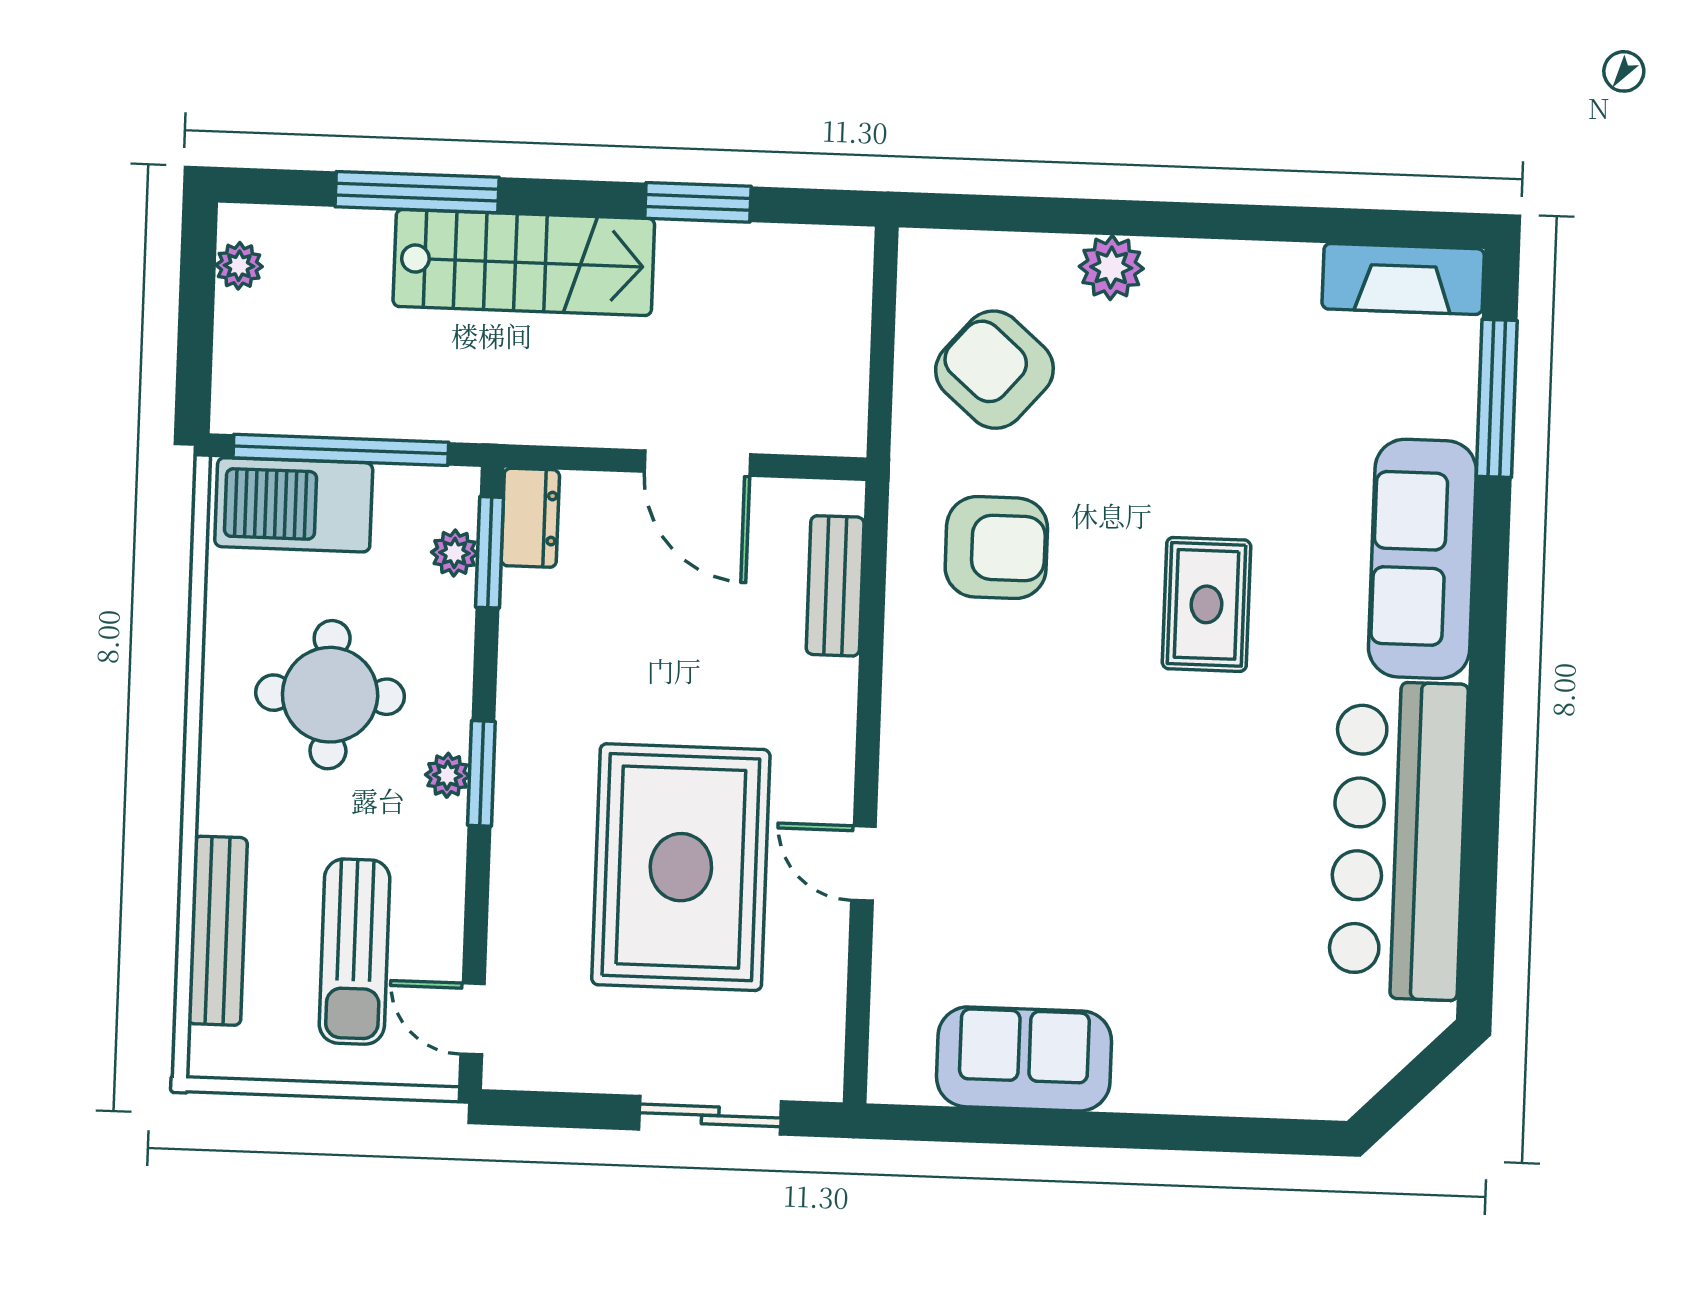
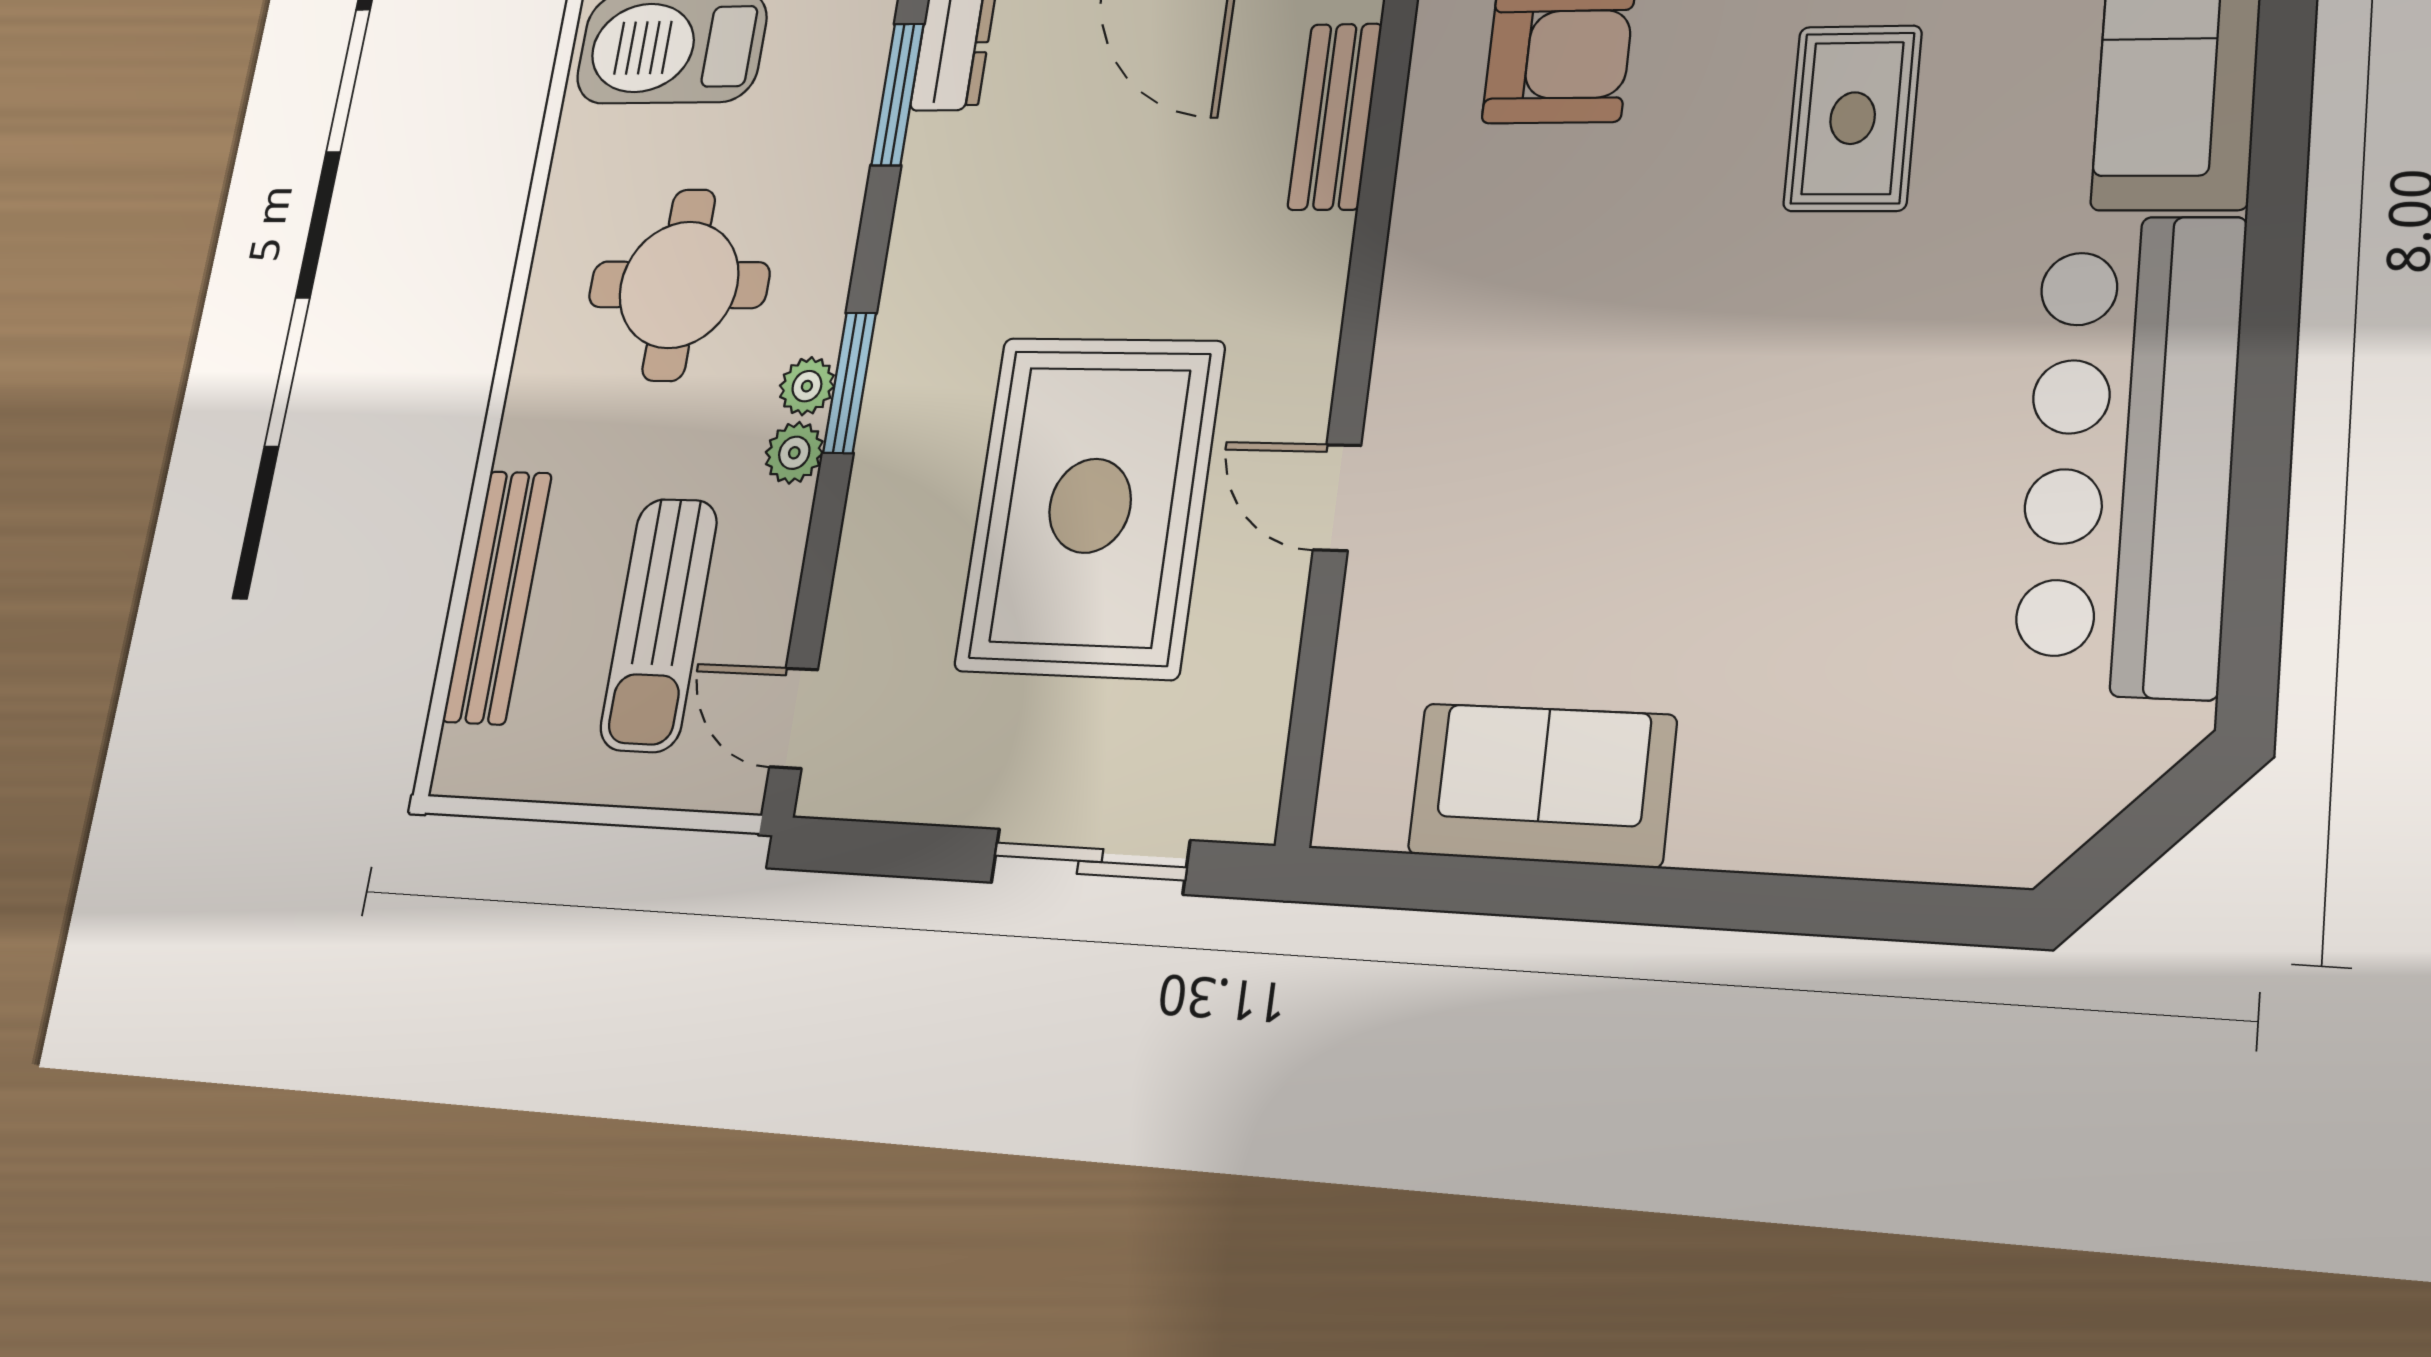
plant: (455, 553) -> (794, 453), moved

